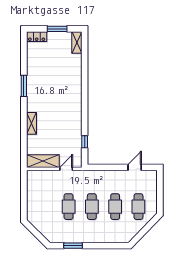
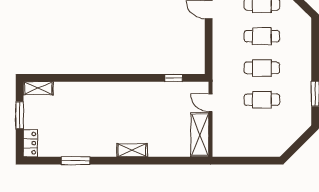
window: (24, 86) -> (76, 161), moved
shelving: (32, 123) -> (132, 150), moved

